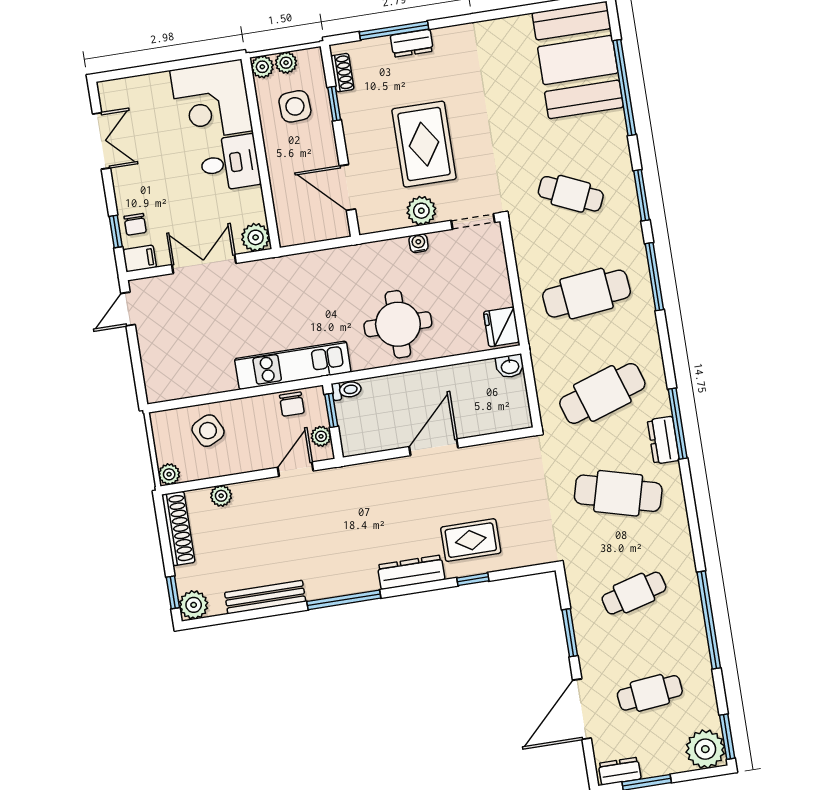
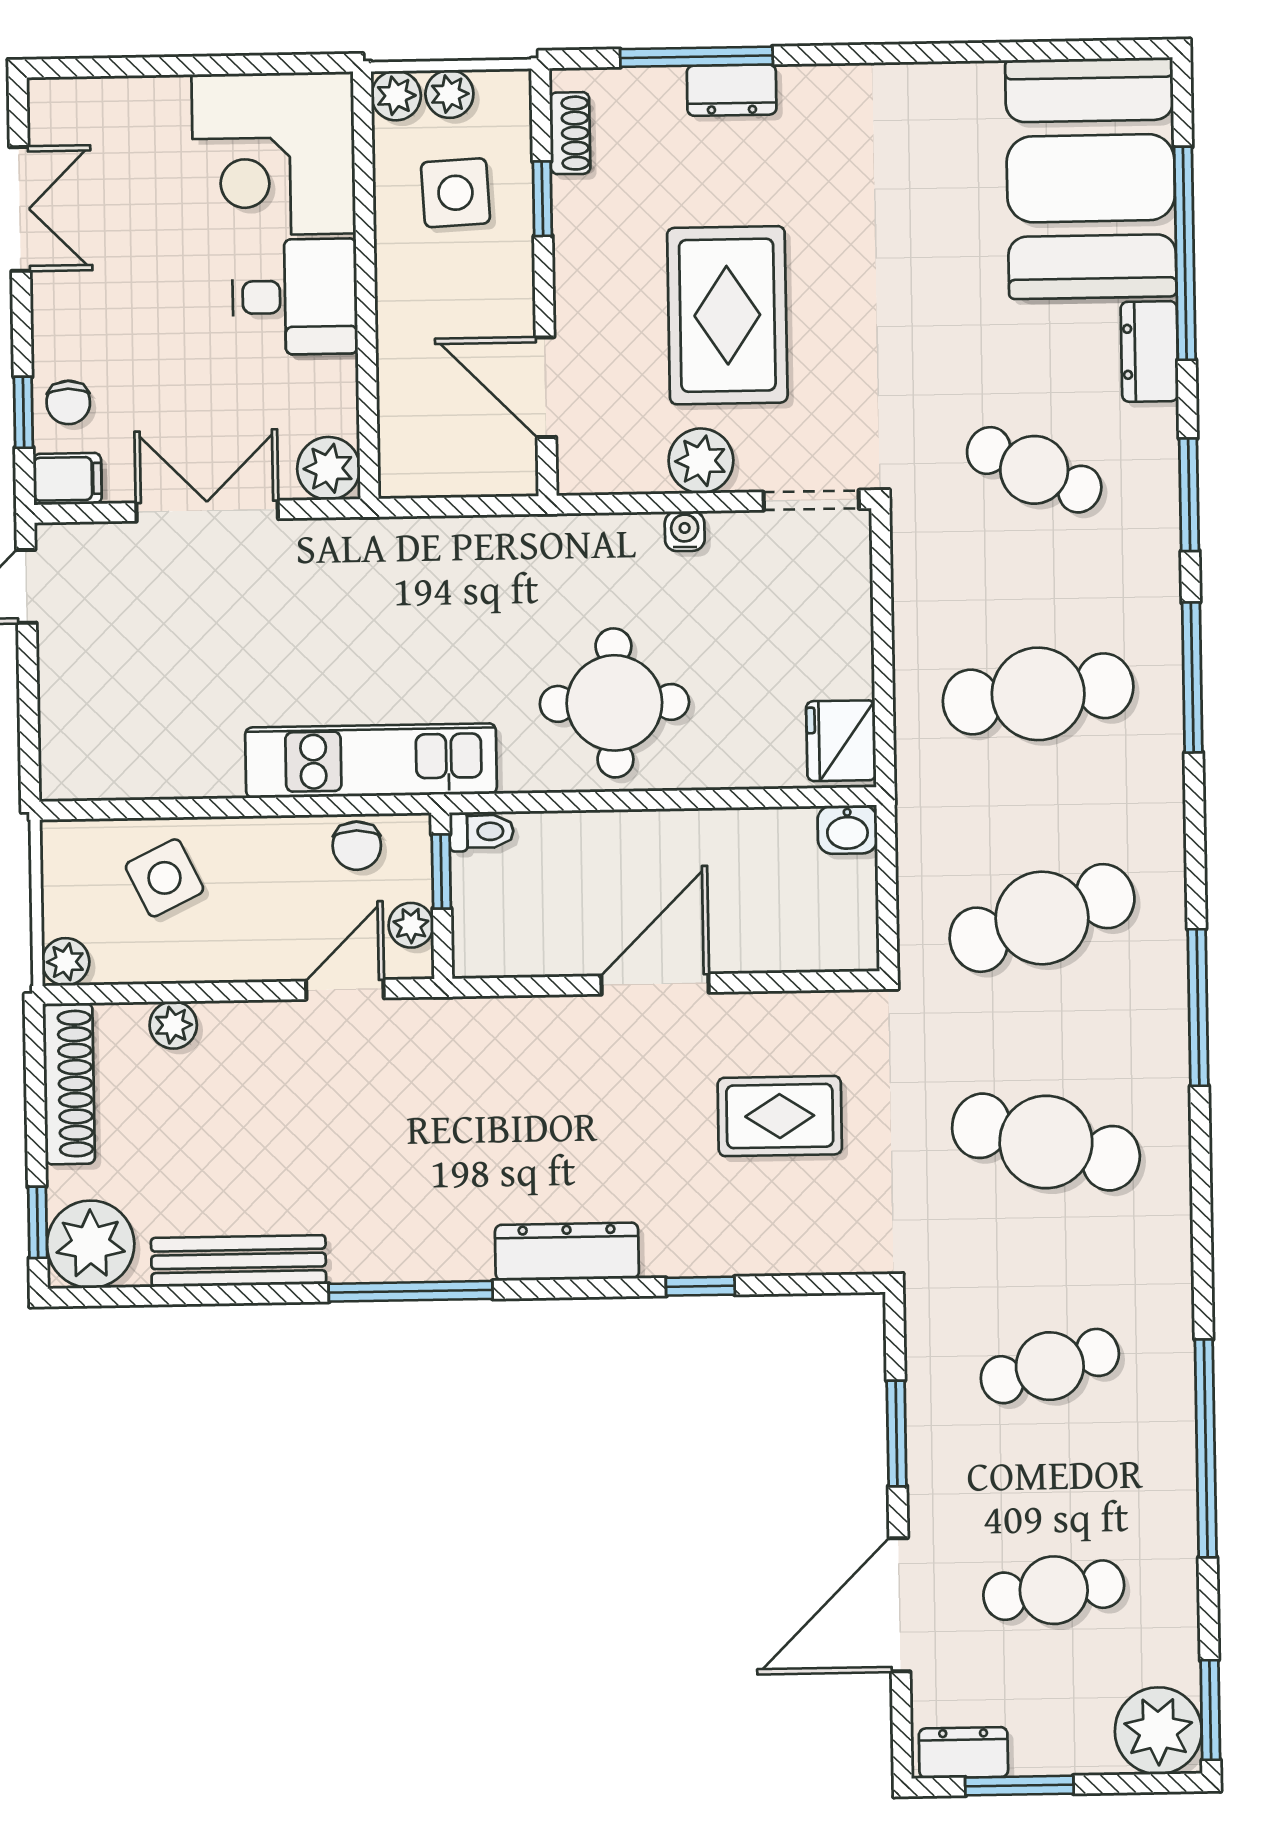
dresser: (663, 440) -> (1150, 351), moved
rug: (471, 540) -> (780, 1116), moved
plant: (194, 605) -> (91, 1244), width x1.36, depth x1.36

